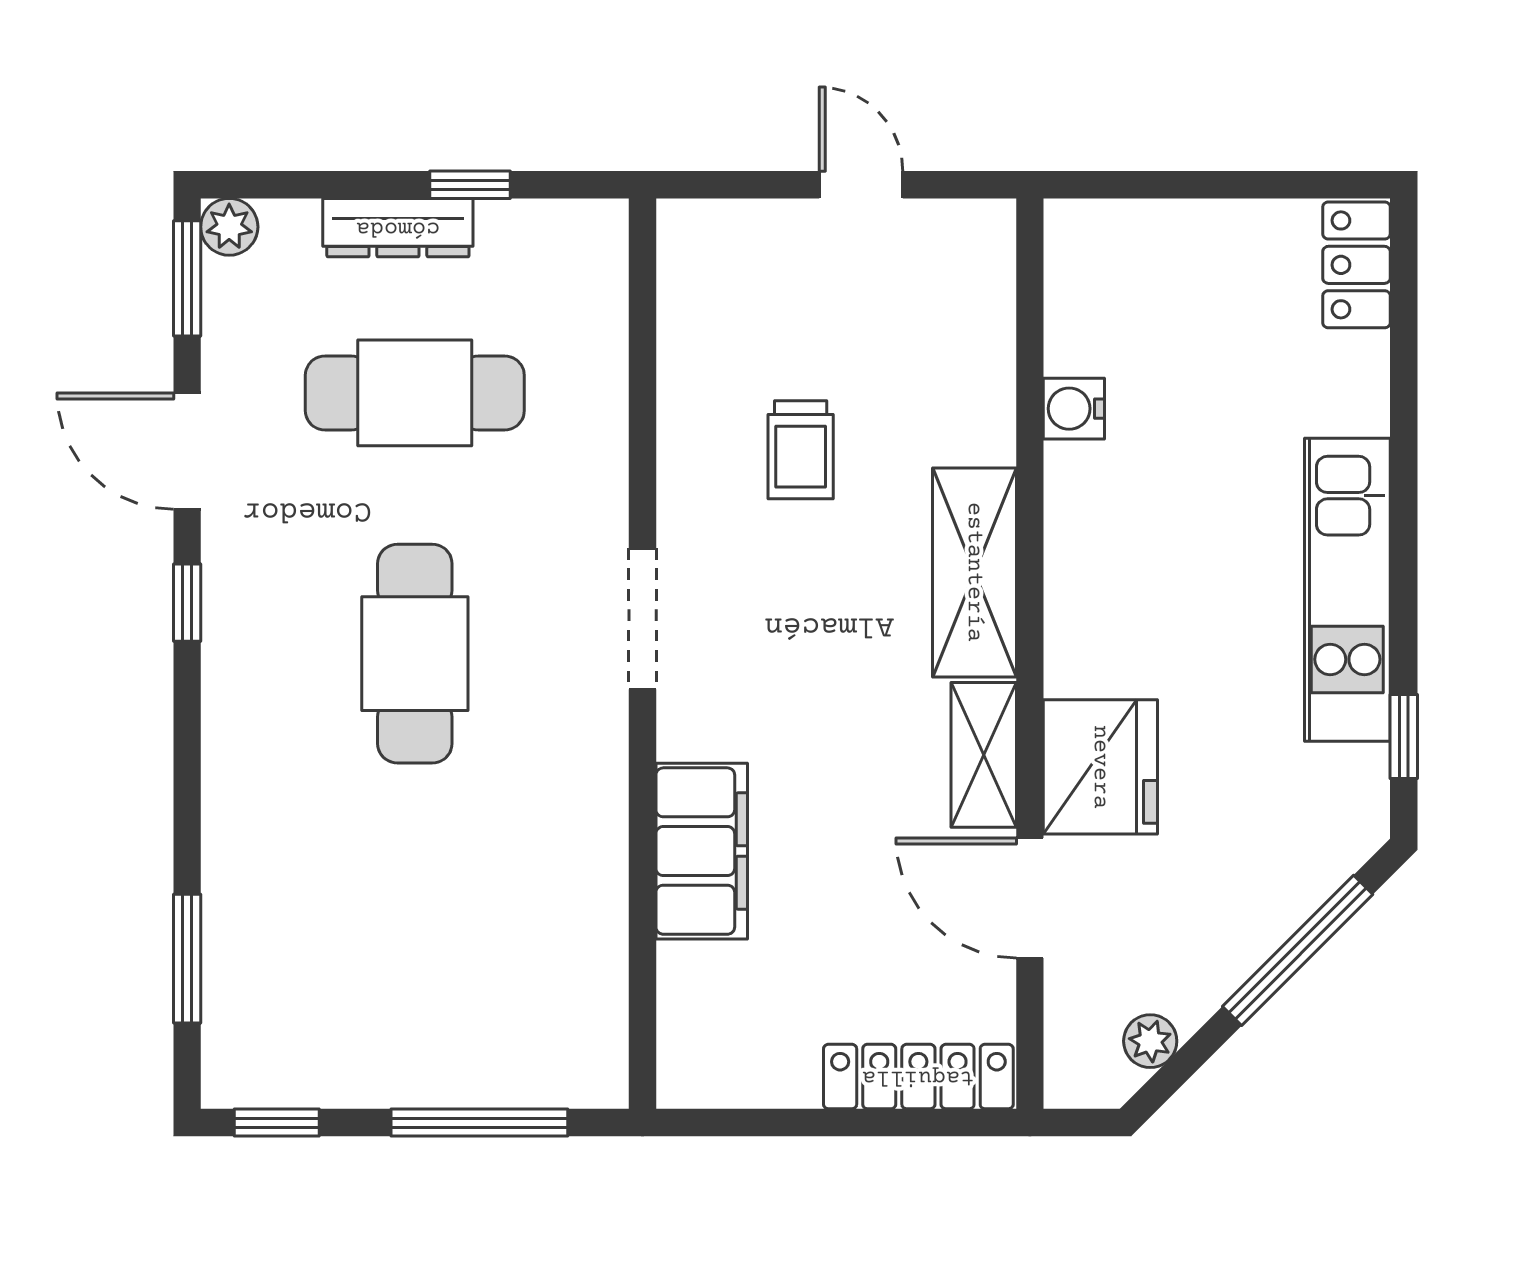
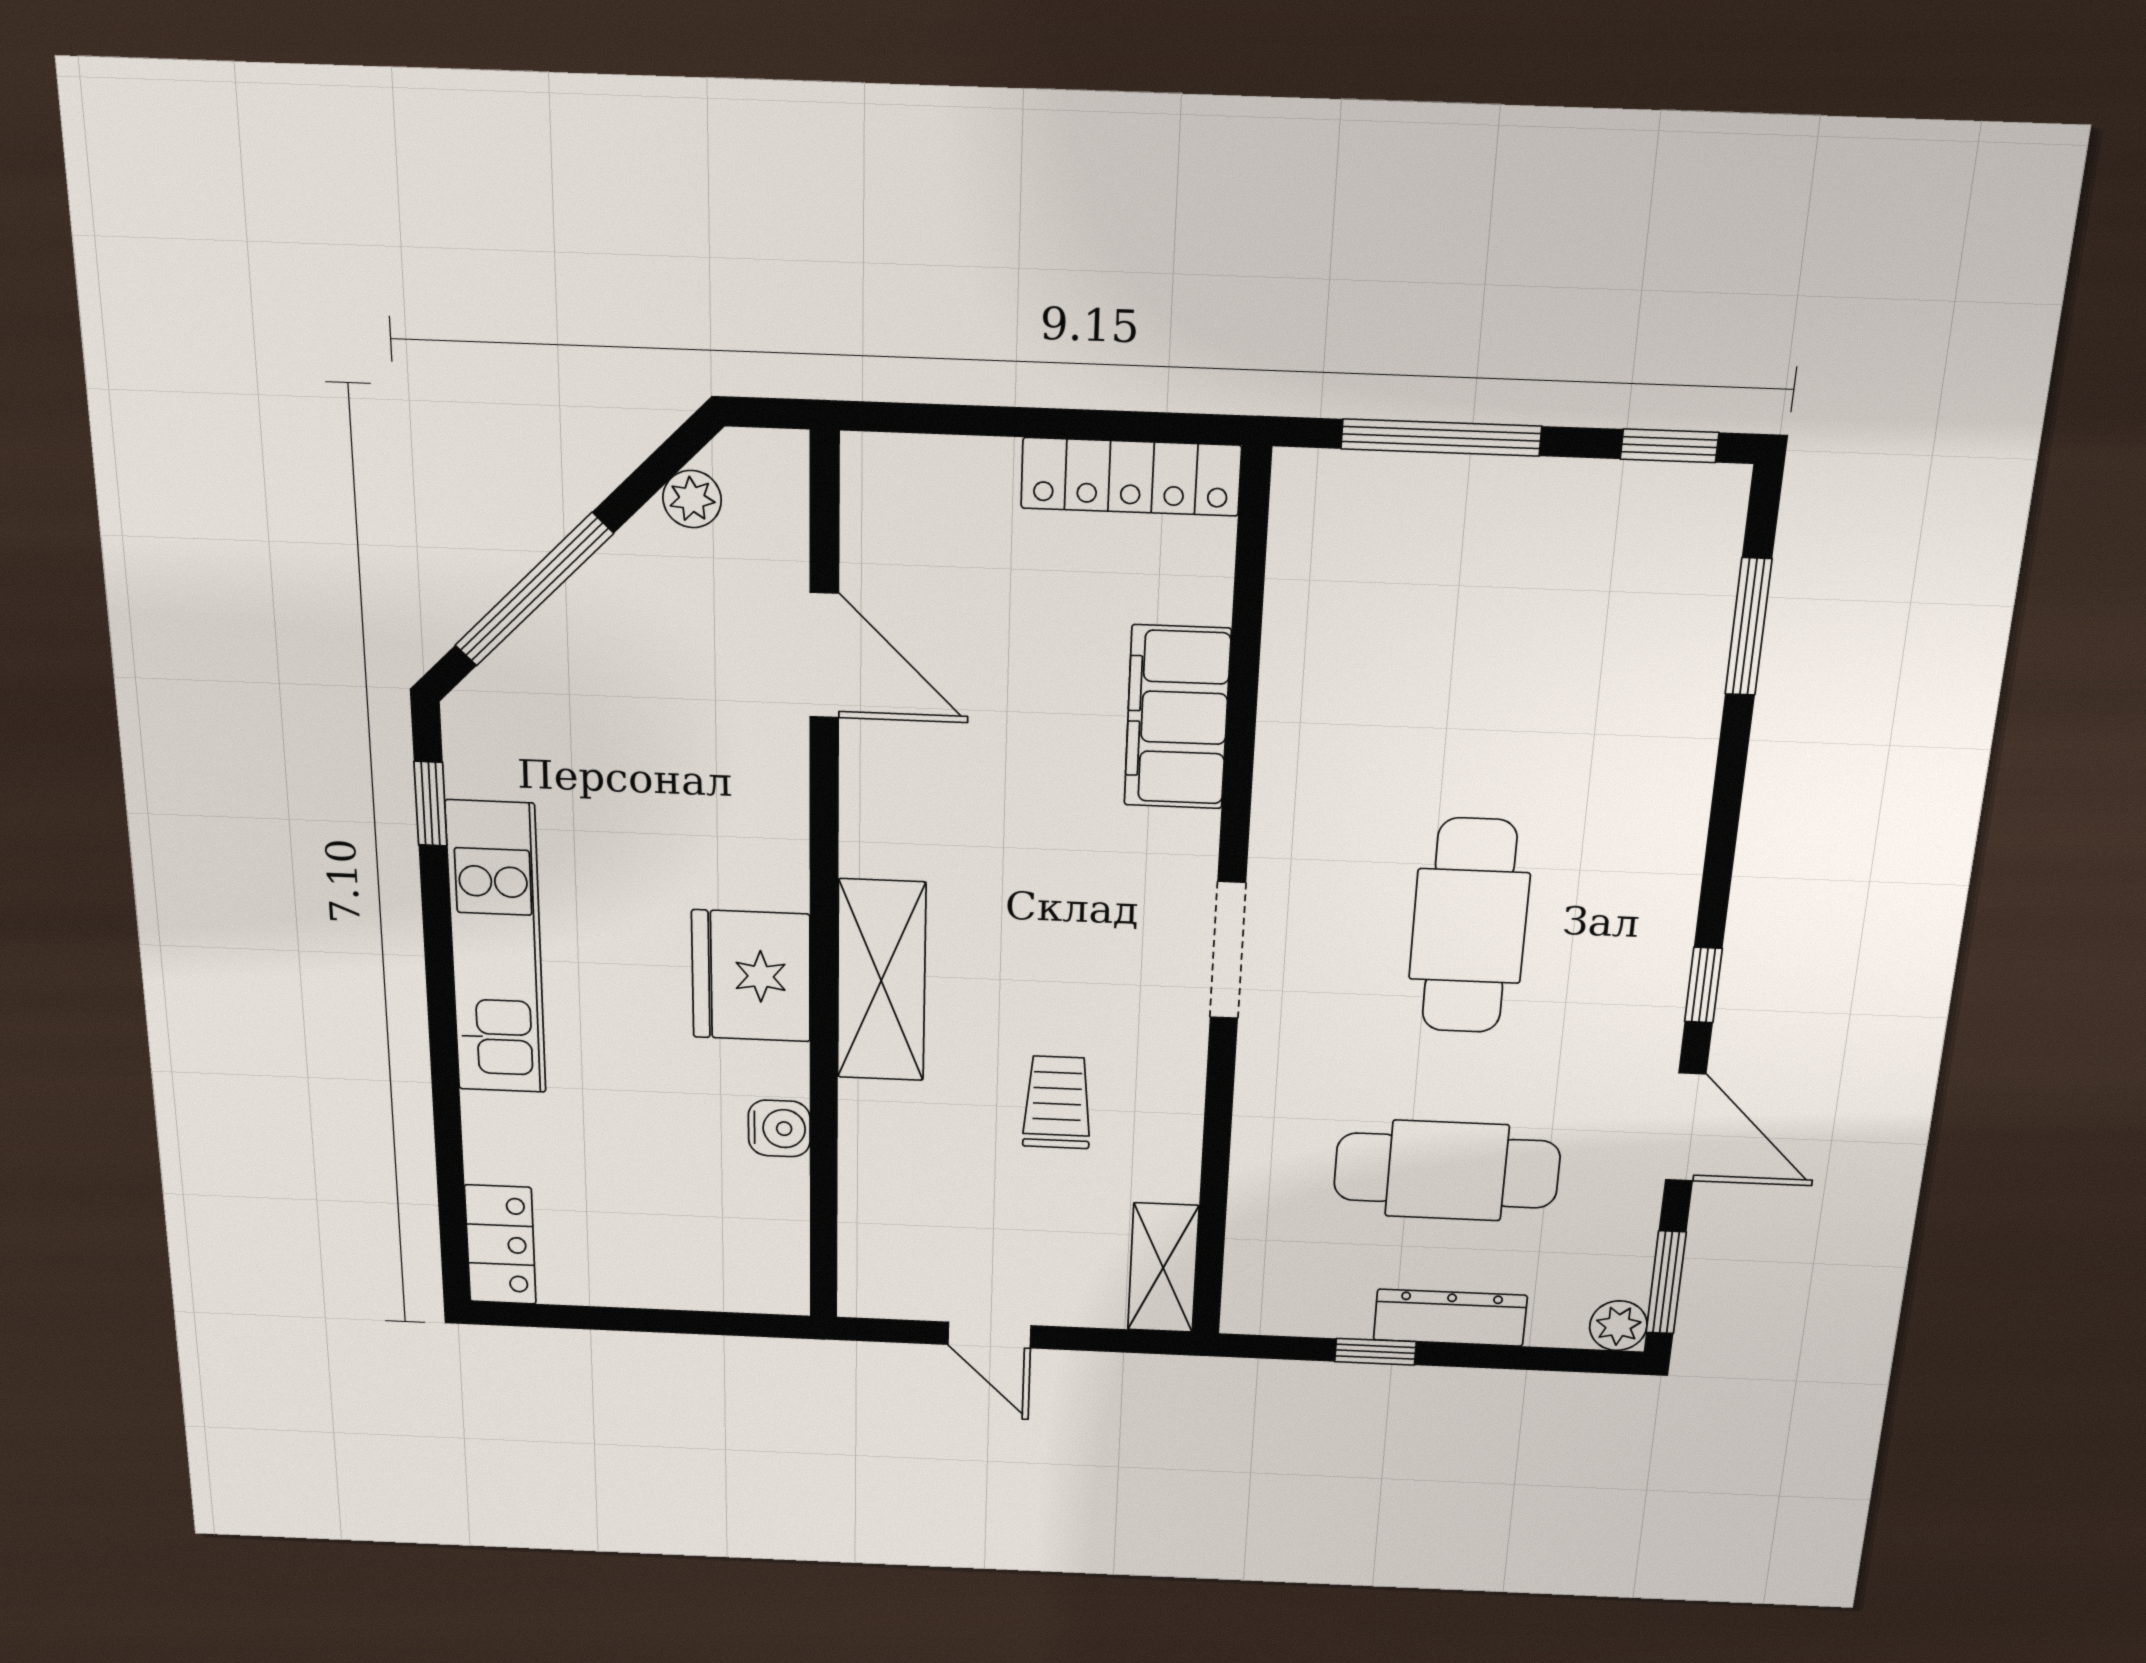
shelving: (984, 755) -> (1163, 1268), moved
fridge: (1100, 767) -> (751, 976), moved
locker: (918, 1077) -> (1131, 477), moved

